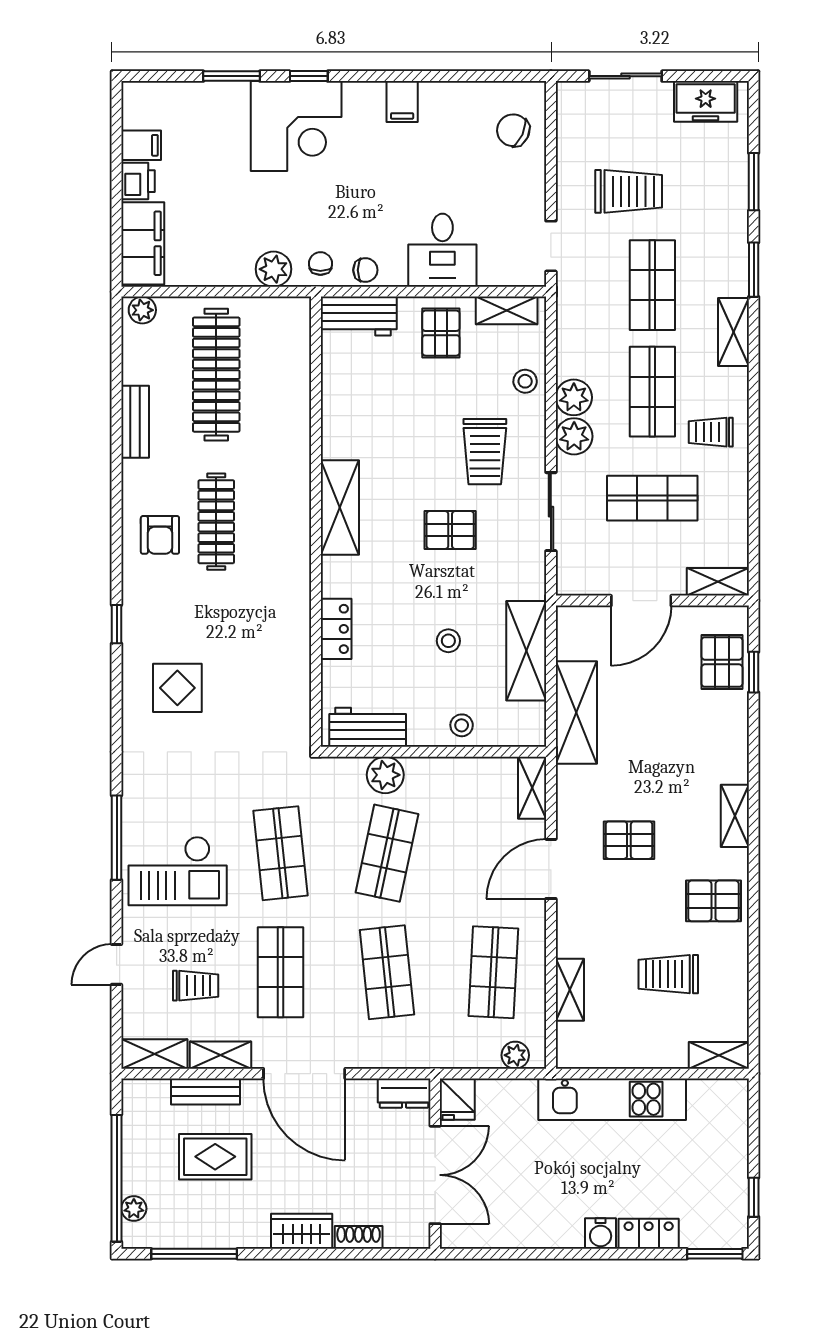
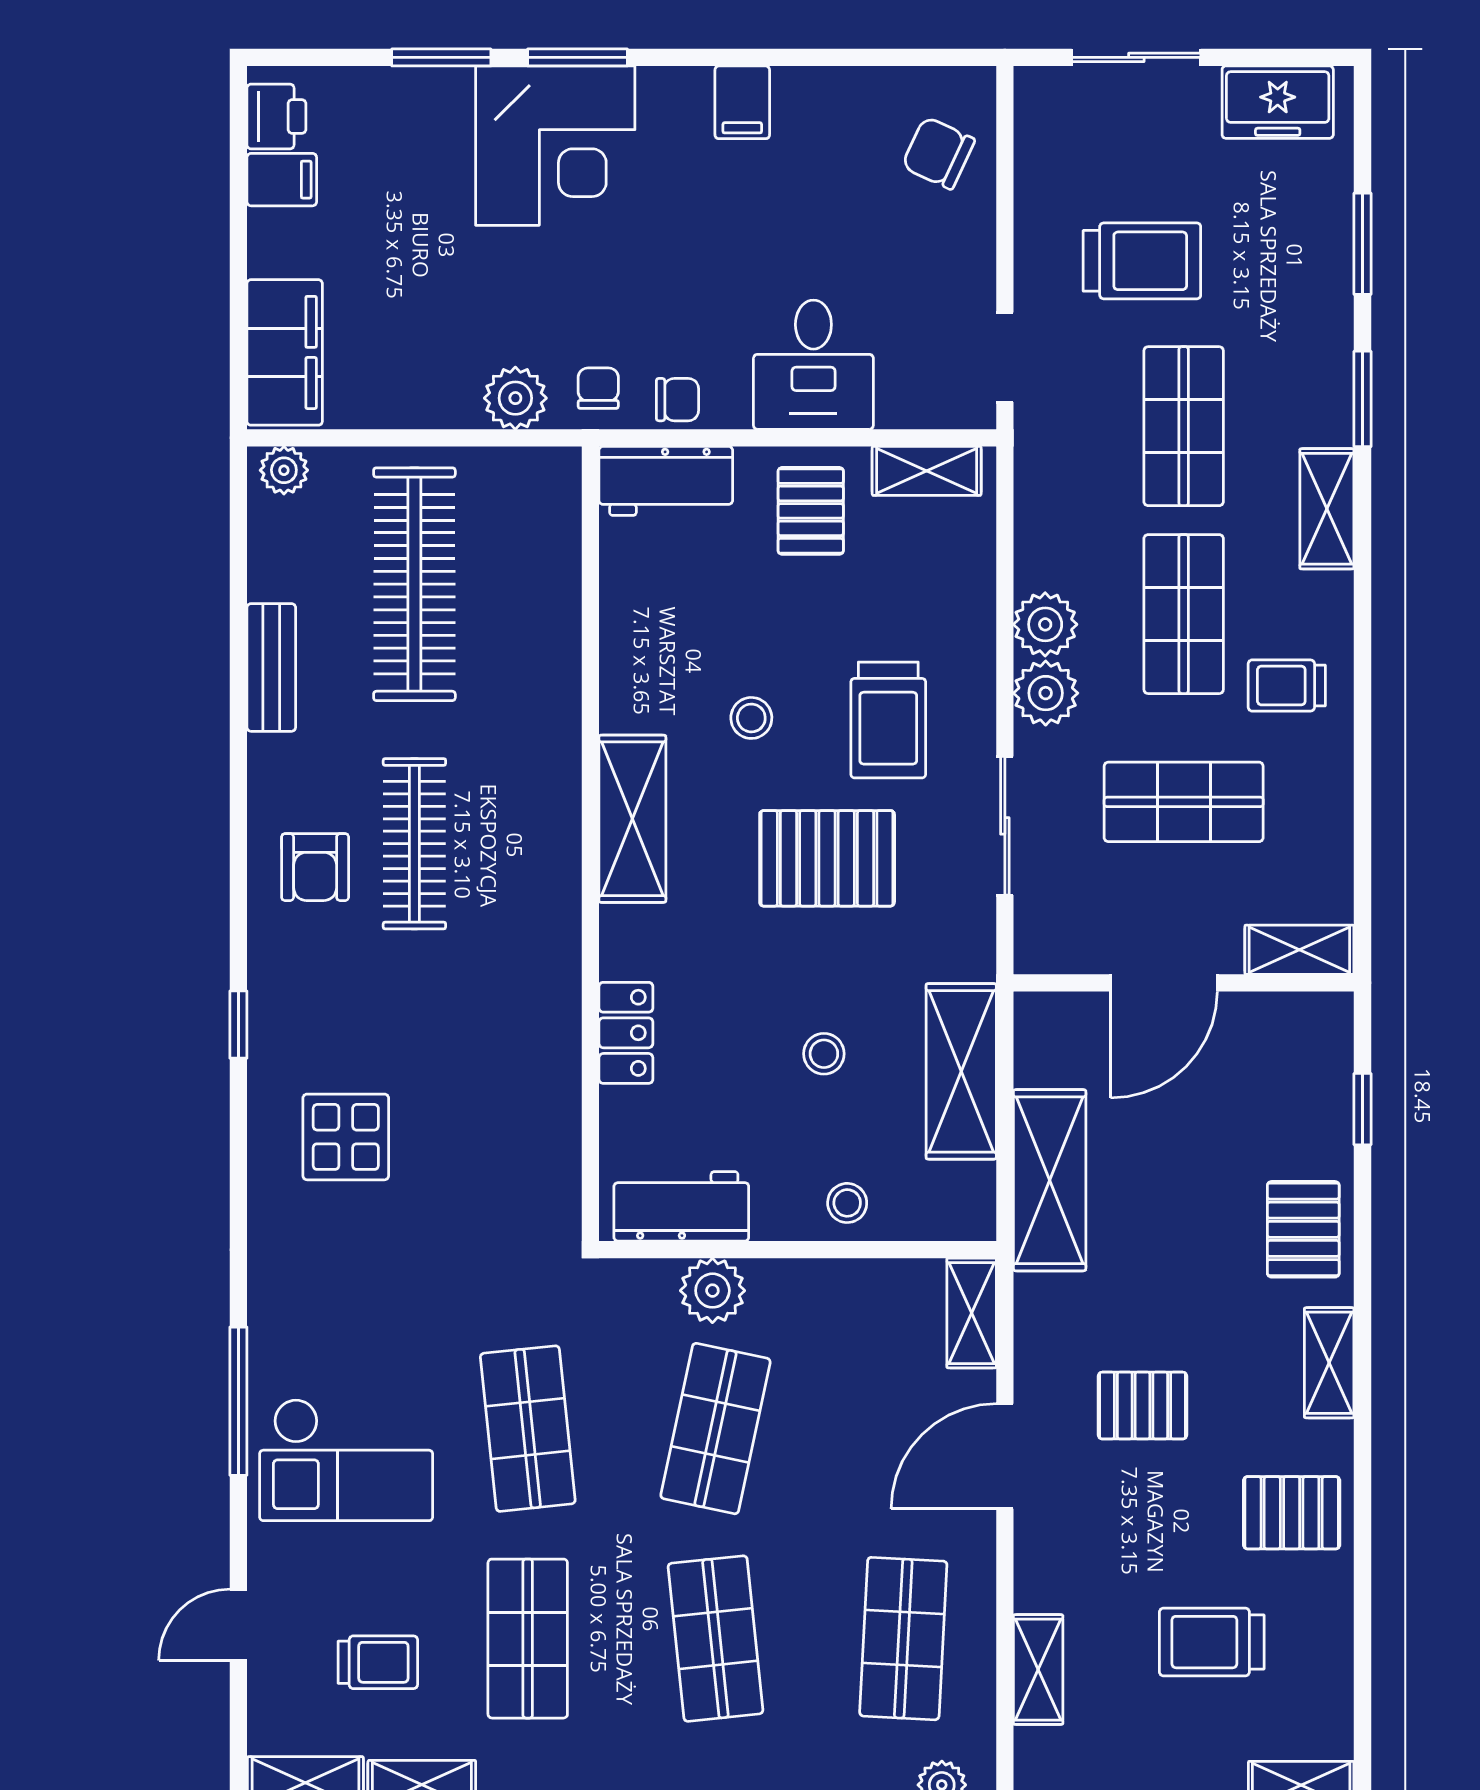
window: (309, 76) -> (577, 57), width x1.50
printer: (138, 181) -> (276, 116), moved
stool: (525, 381) -> (751, 718), moved
pallet: (450, 530) -> (827, 858), width x1.50, depth x1.42
pallet: (722, 662) -> (1303, 1229), moved

